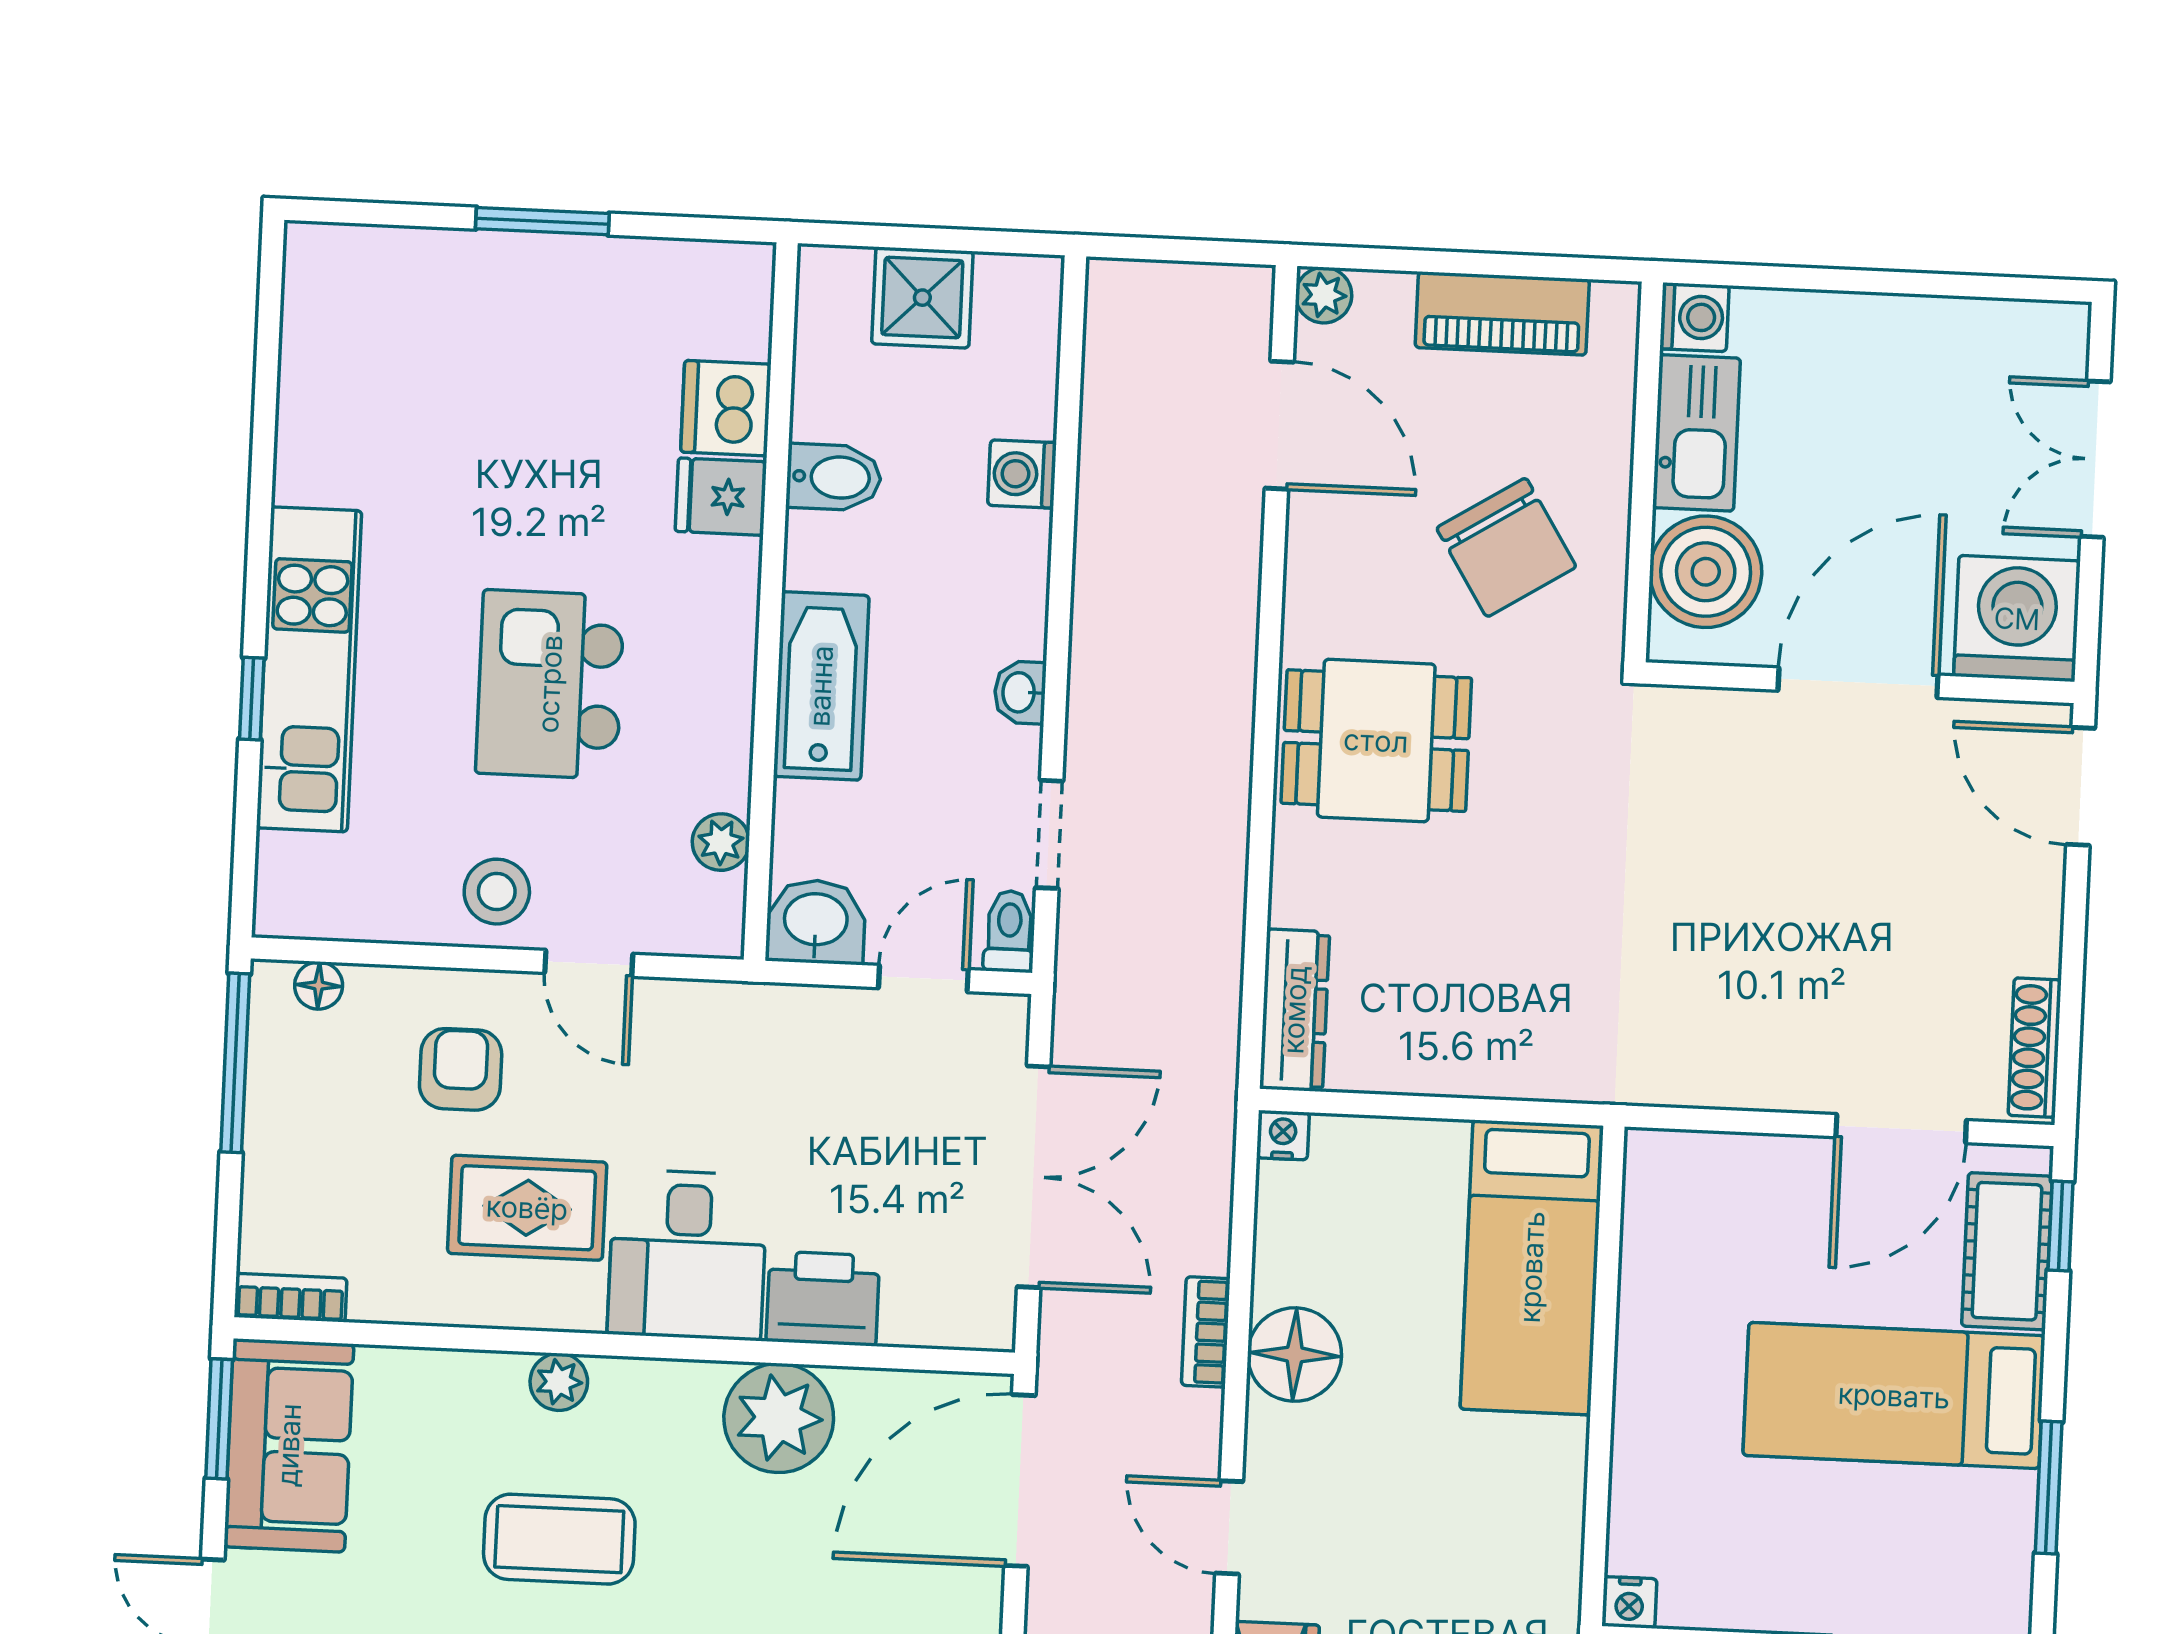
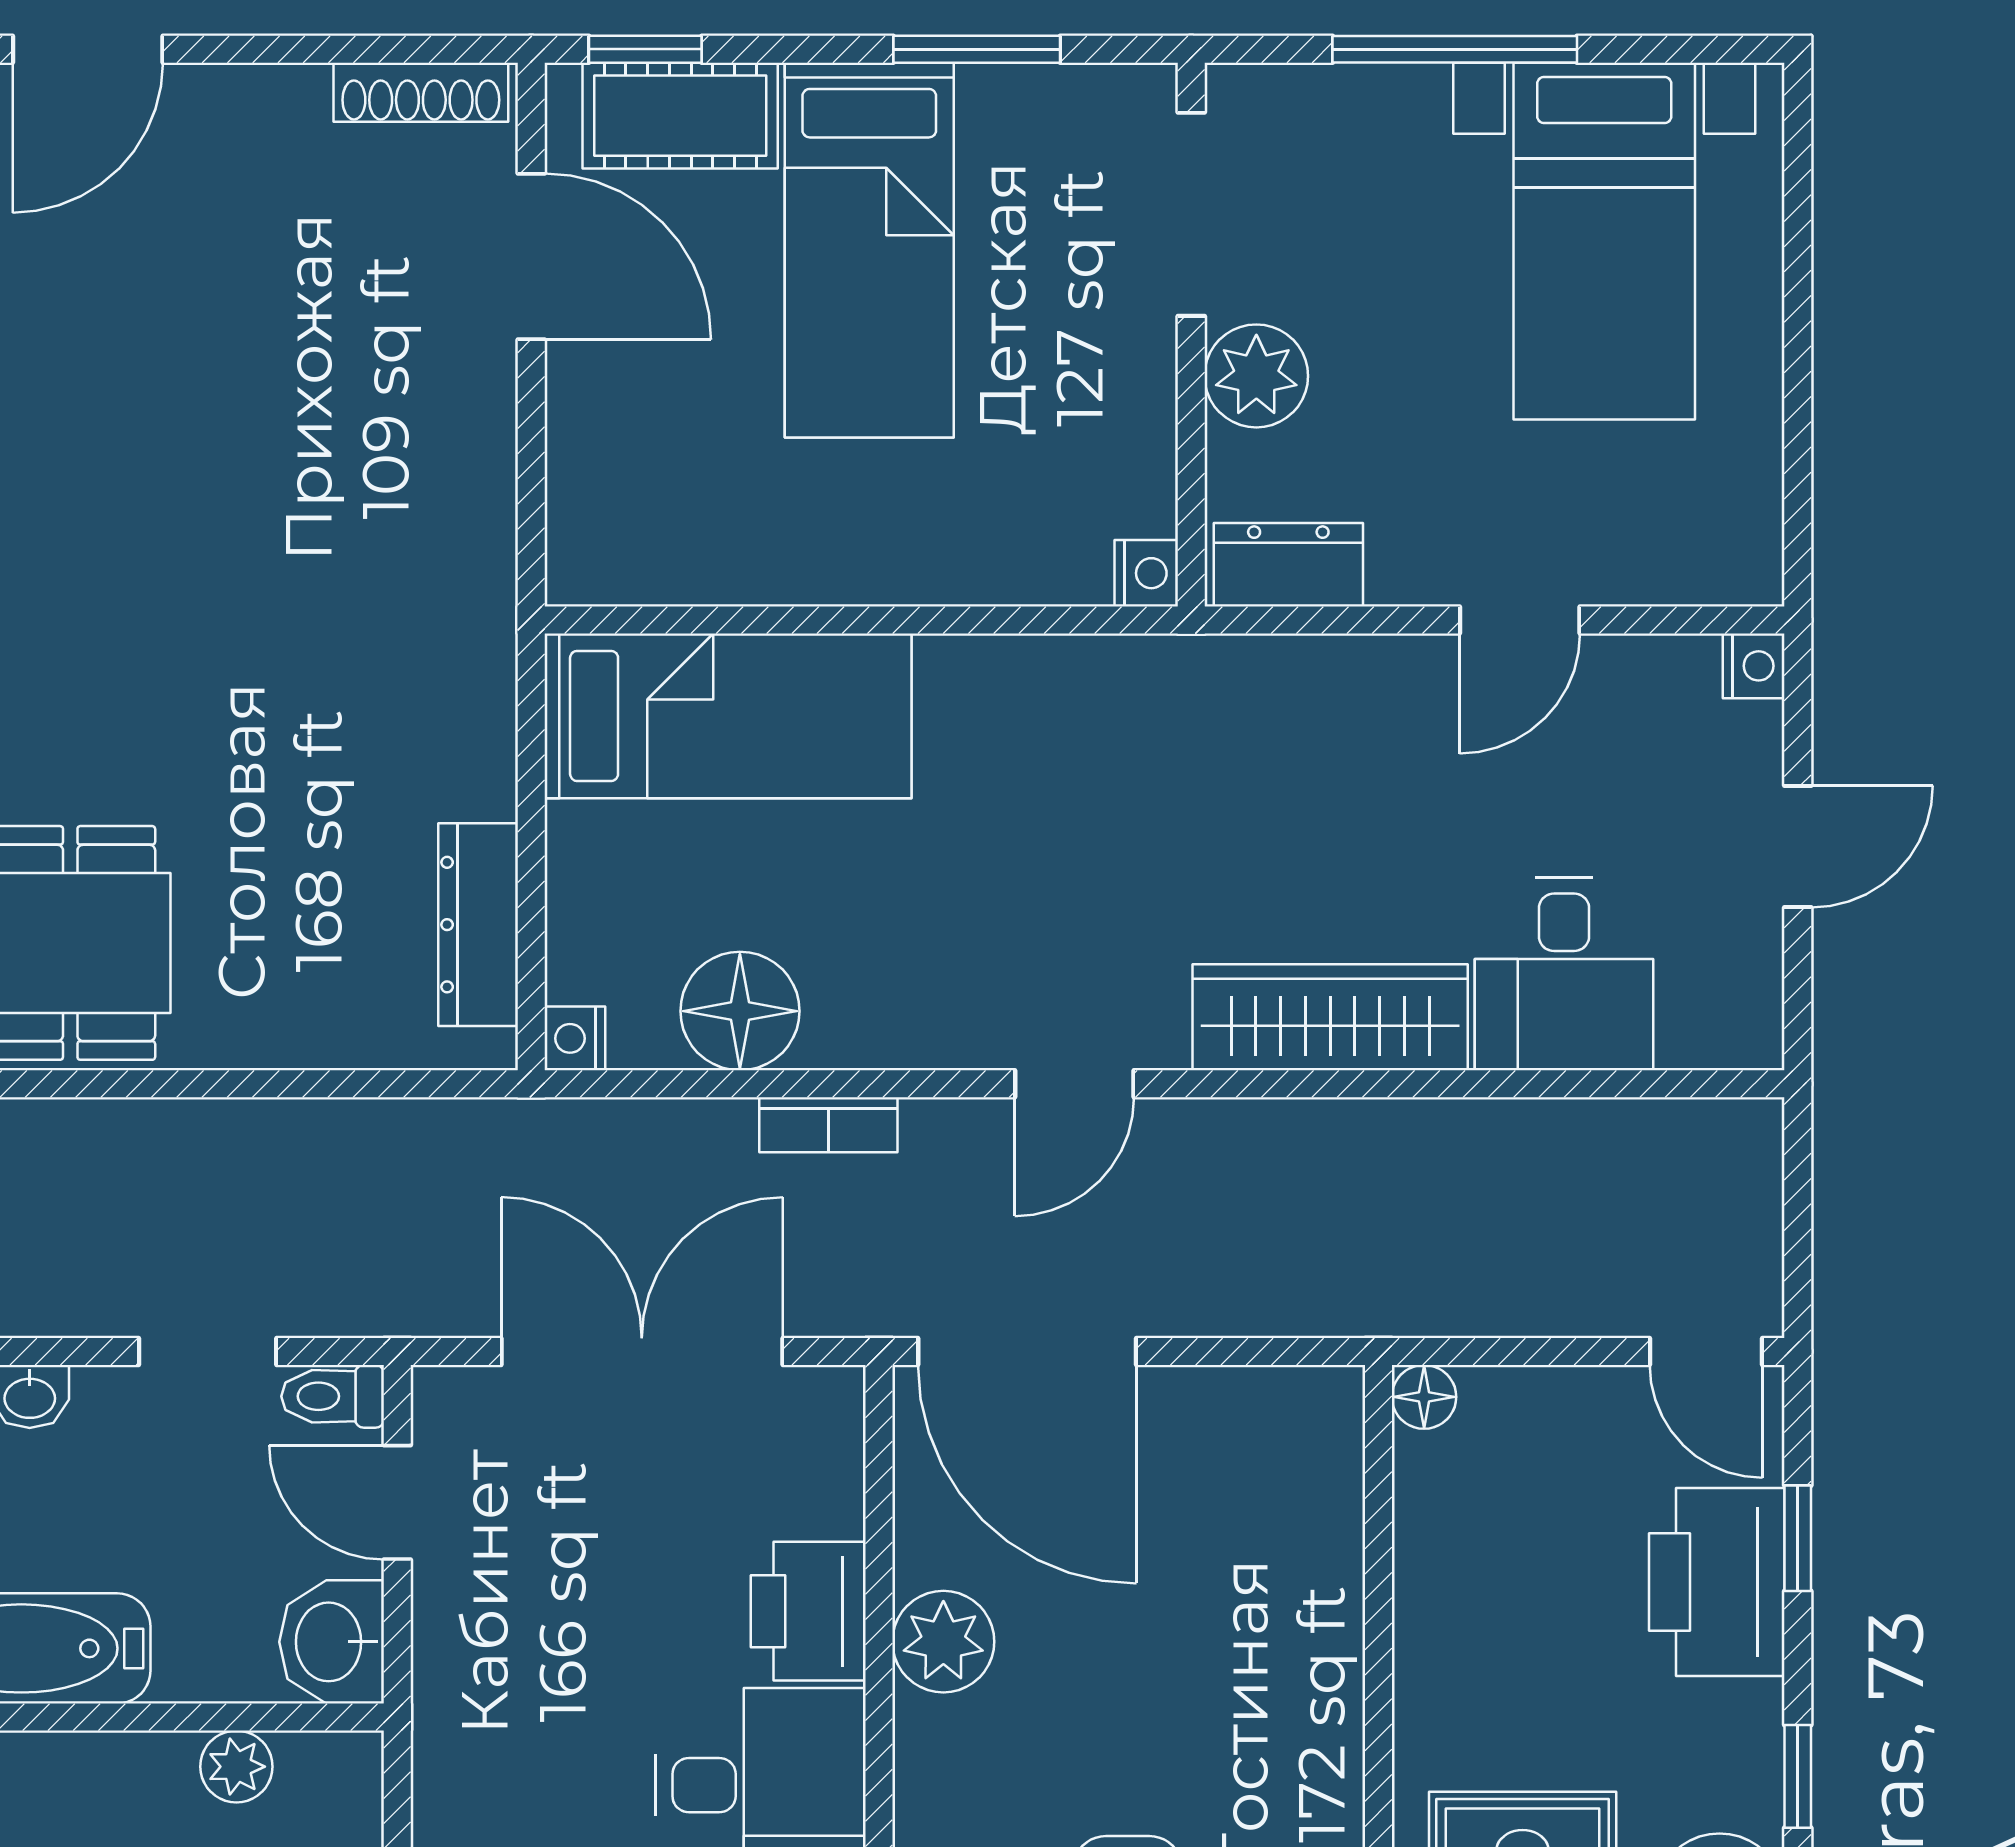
dresser: (1295, 1010) -> (478, 925), moved, turned -90
floor lamp: (1295, 1355) -> (740, 1011), moved
plant: (779, 1418) -> (943, 1642), width x0.73, depth x0.73

